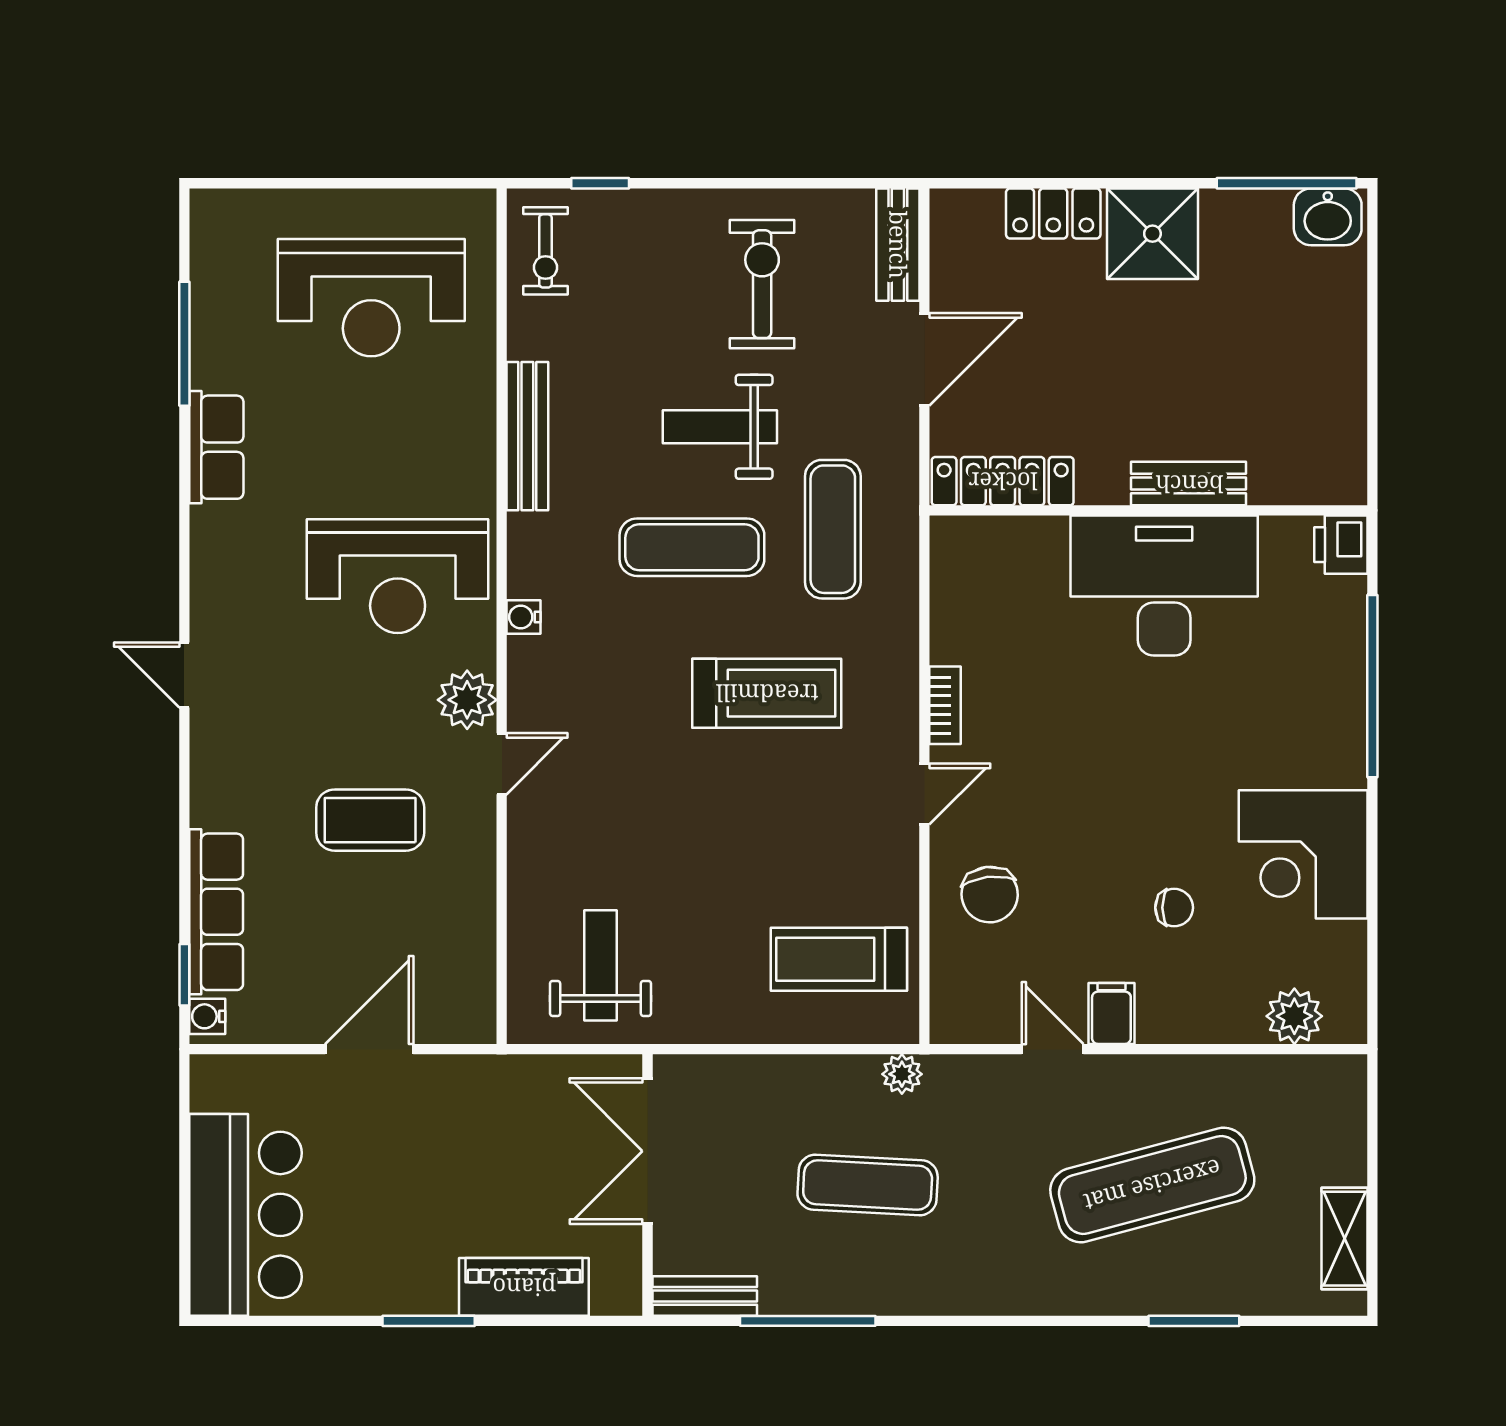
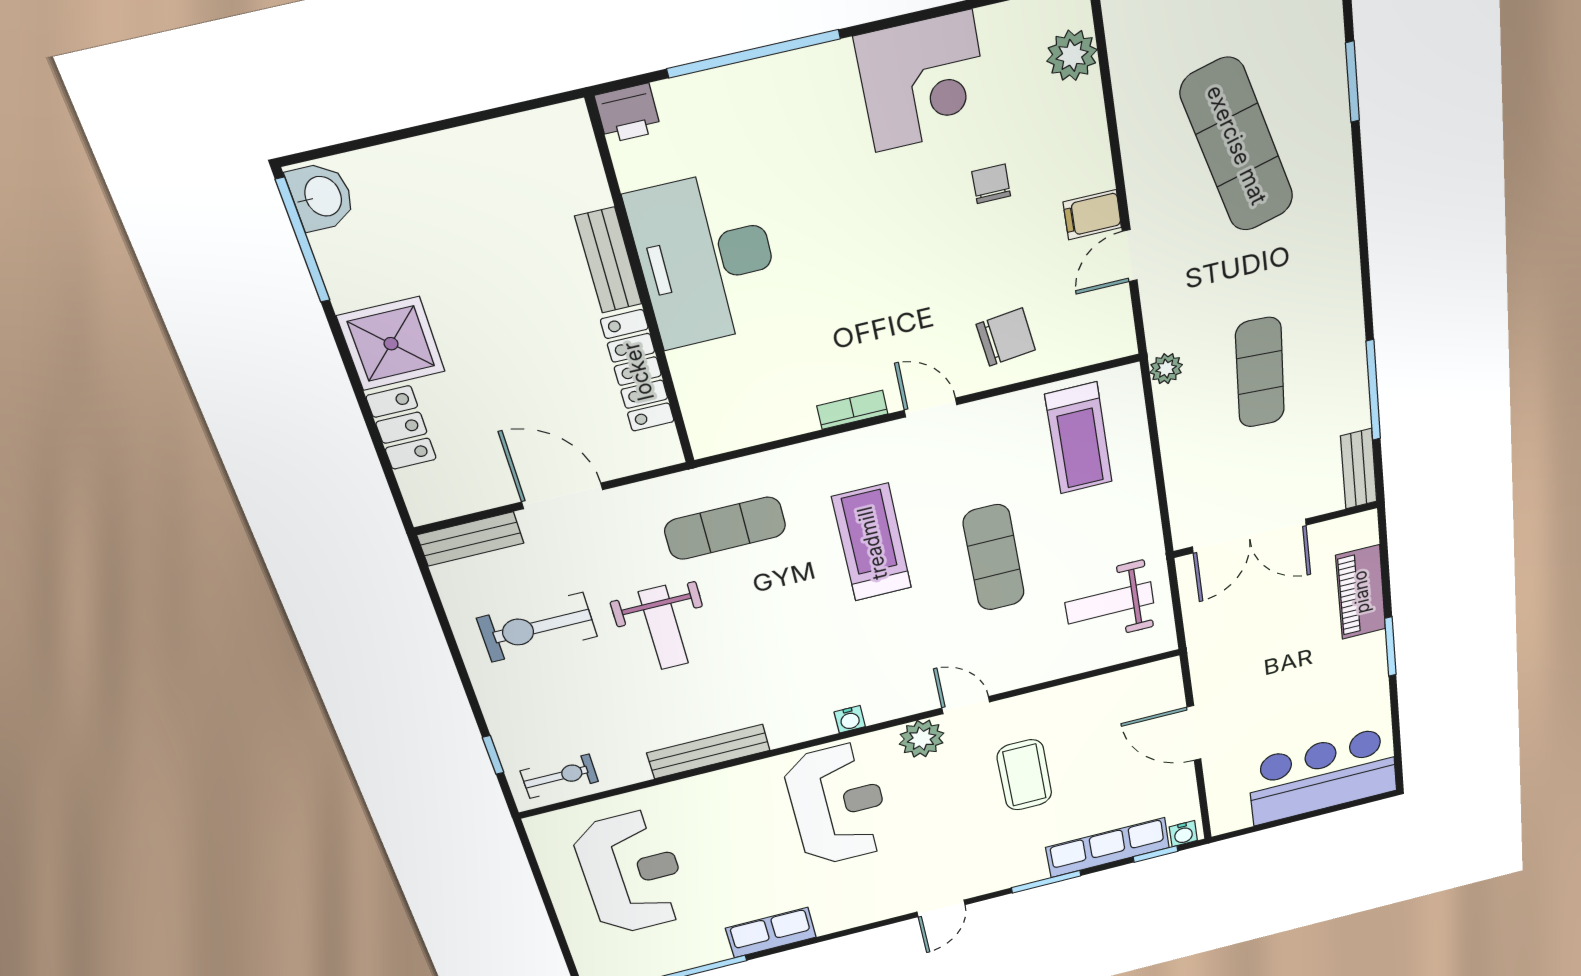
locker: (1003, 481) -> (638, 371), moved
exercise mat: (692, 547) -> (994, 558), moved
window: (184, 822) -> (1046, 882), added

